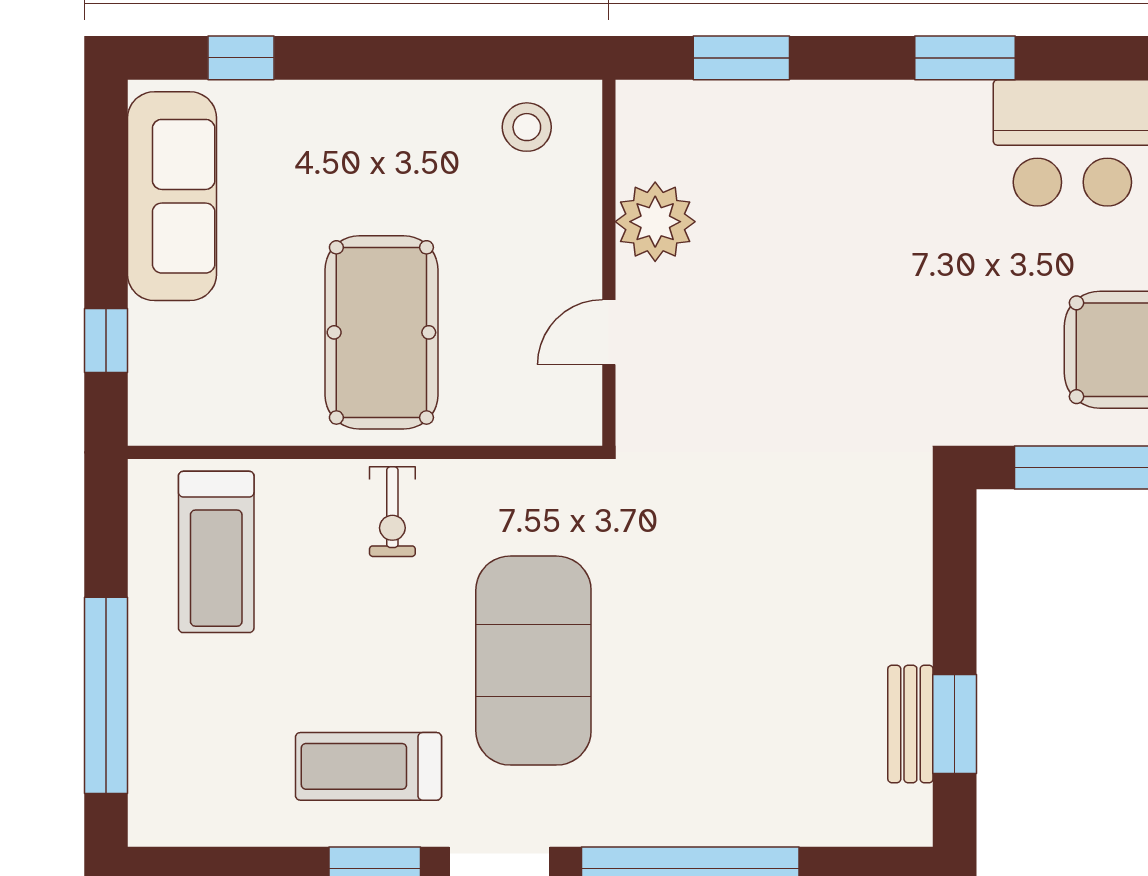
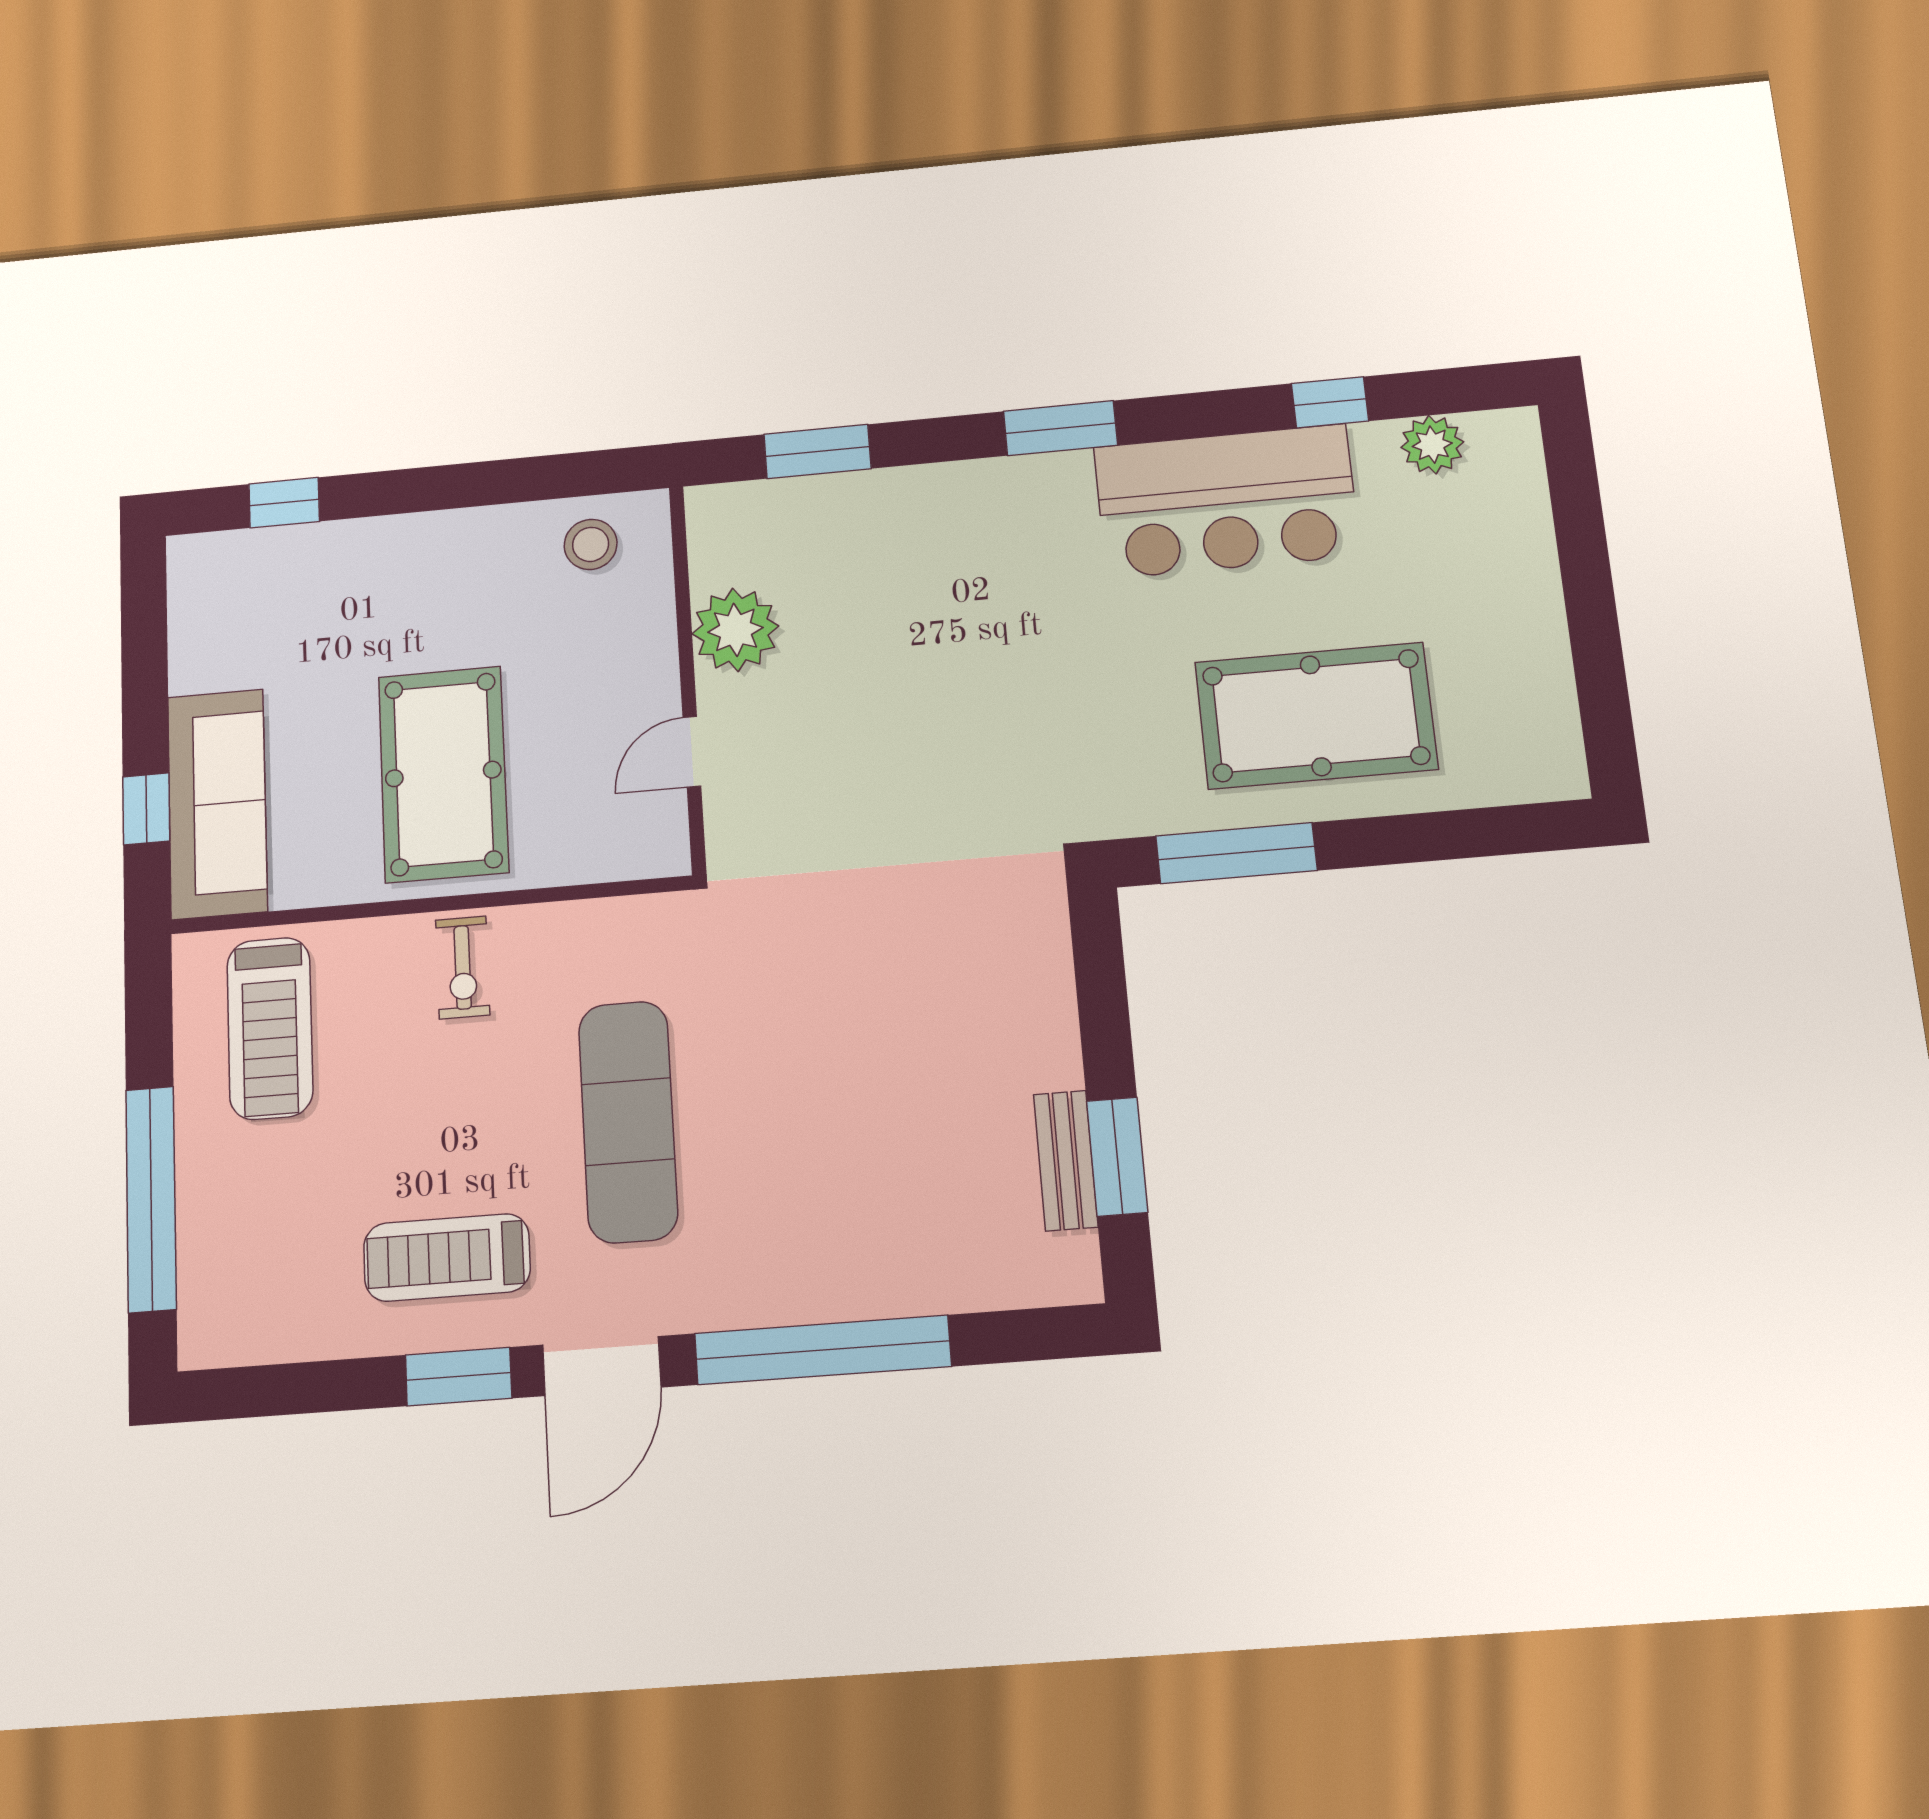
sofa: (172, 196) -> (217, 804), moved
exercise mat: (533, 661) -> (628, 1121), width x0.68

